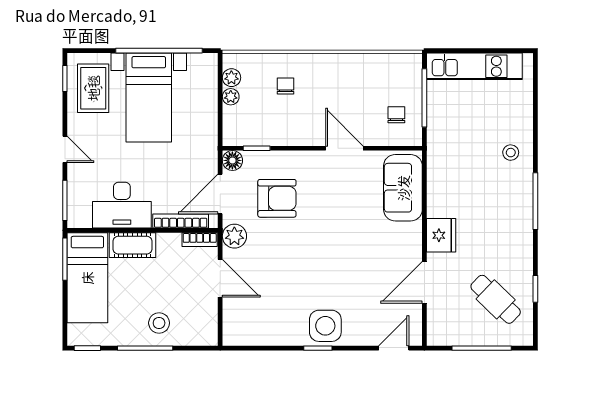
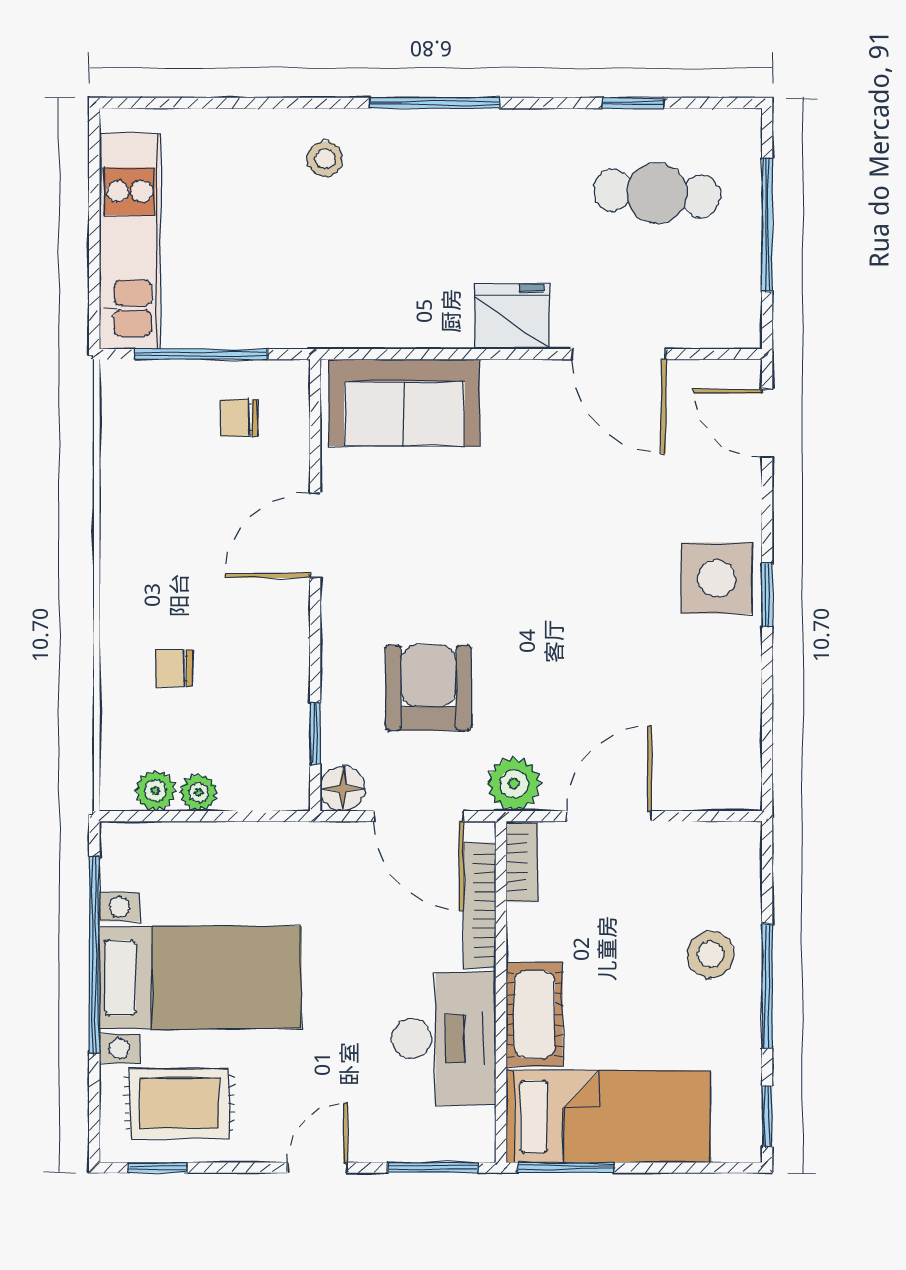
cafe table: (496, 299) -> (657, 193), turned 50

